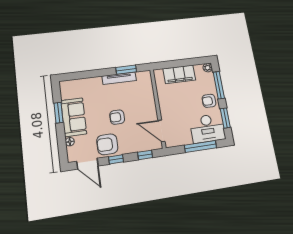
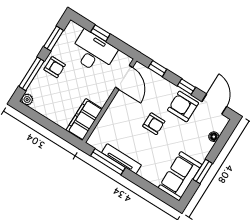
window: (126, 70) -> (108, 162), width x1.44
filing cabinet: (179, 74) -> (84, 120), moved, turned -90
sofa: (74, 117) -> (180, 176), moved
desk: (207, 128) -> (93, 52), moved
armchair: (107, 144) -> (183, 106), turned 180
window: (200, 146) -> (100, 33), width x0.46

